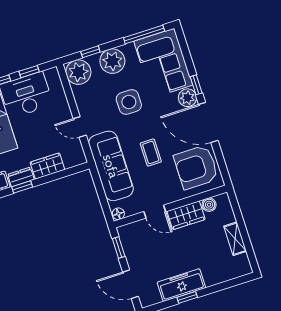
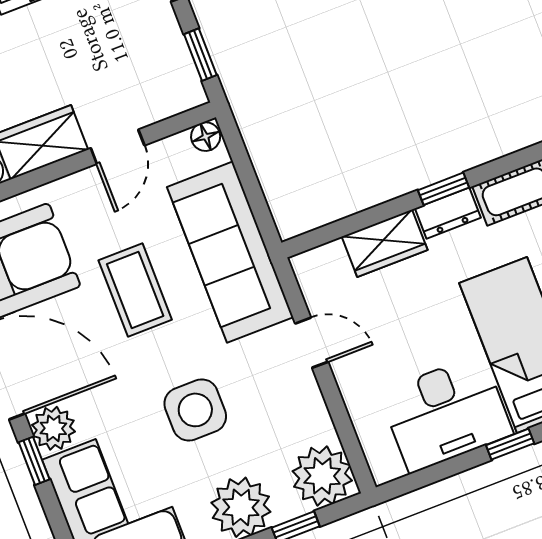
window: (29, 72) -> (442, 471), removed
coffee table: (151, 153) -> (135, 290), width x1.36, depth x1.30
door: (155, 212) -> (118, 147), swing flipped

